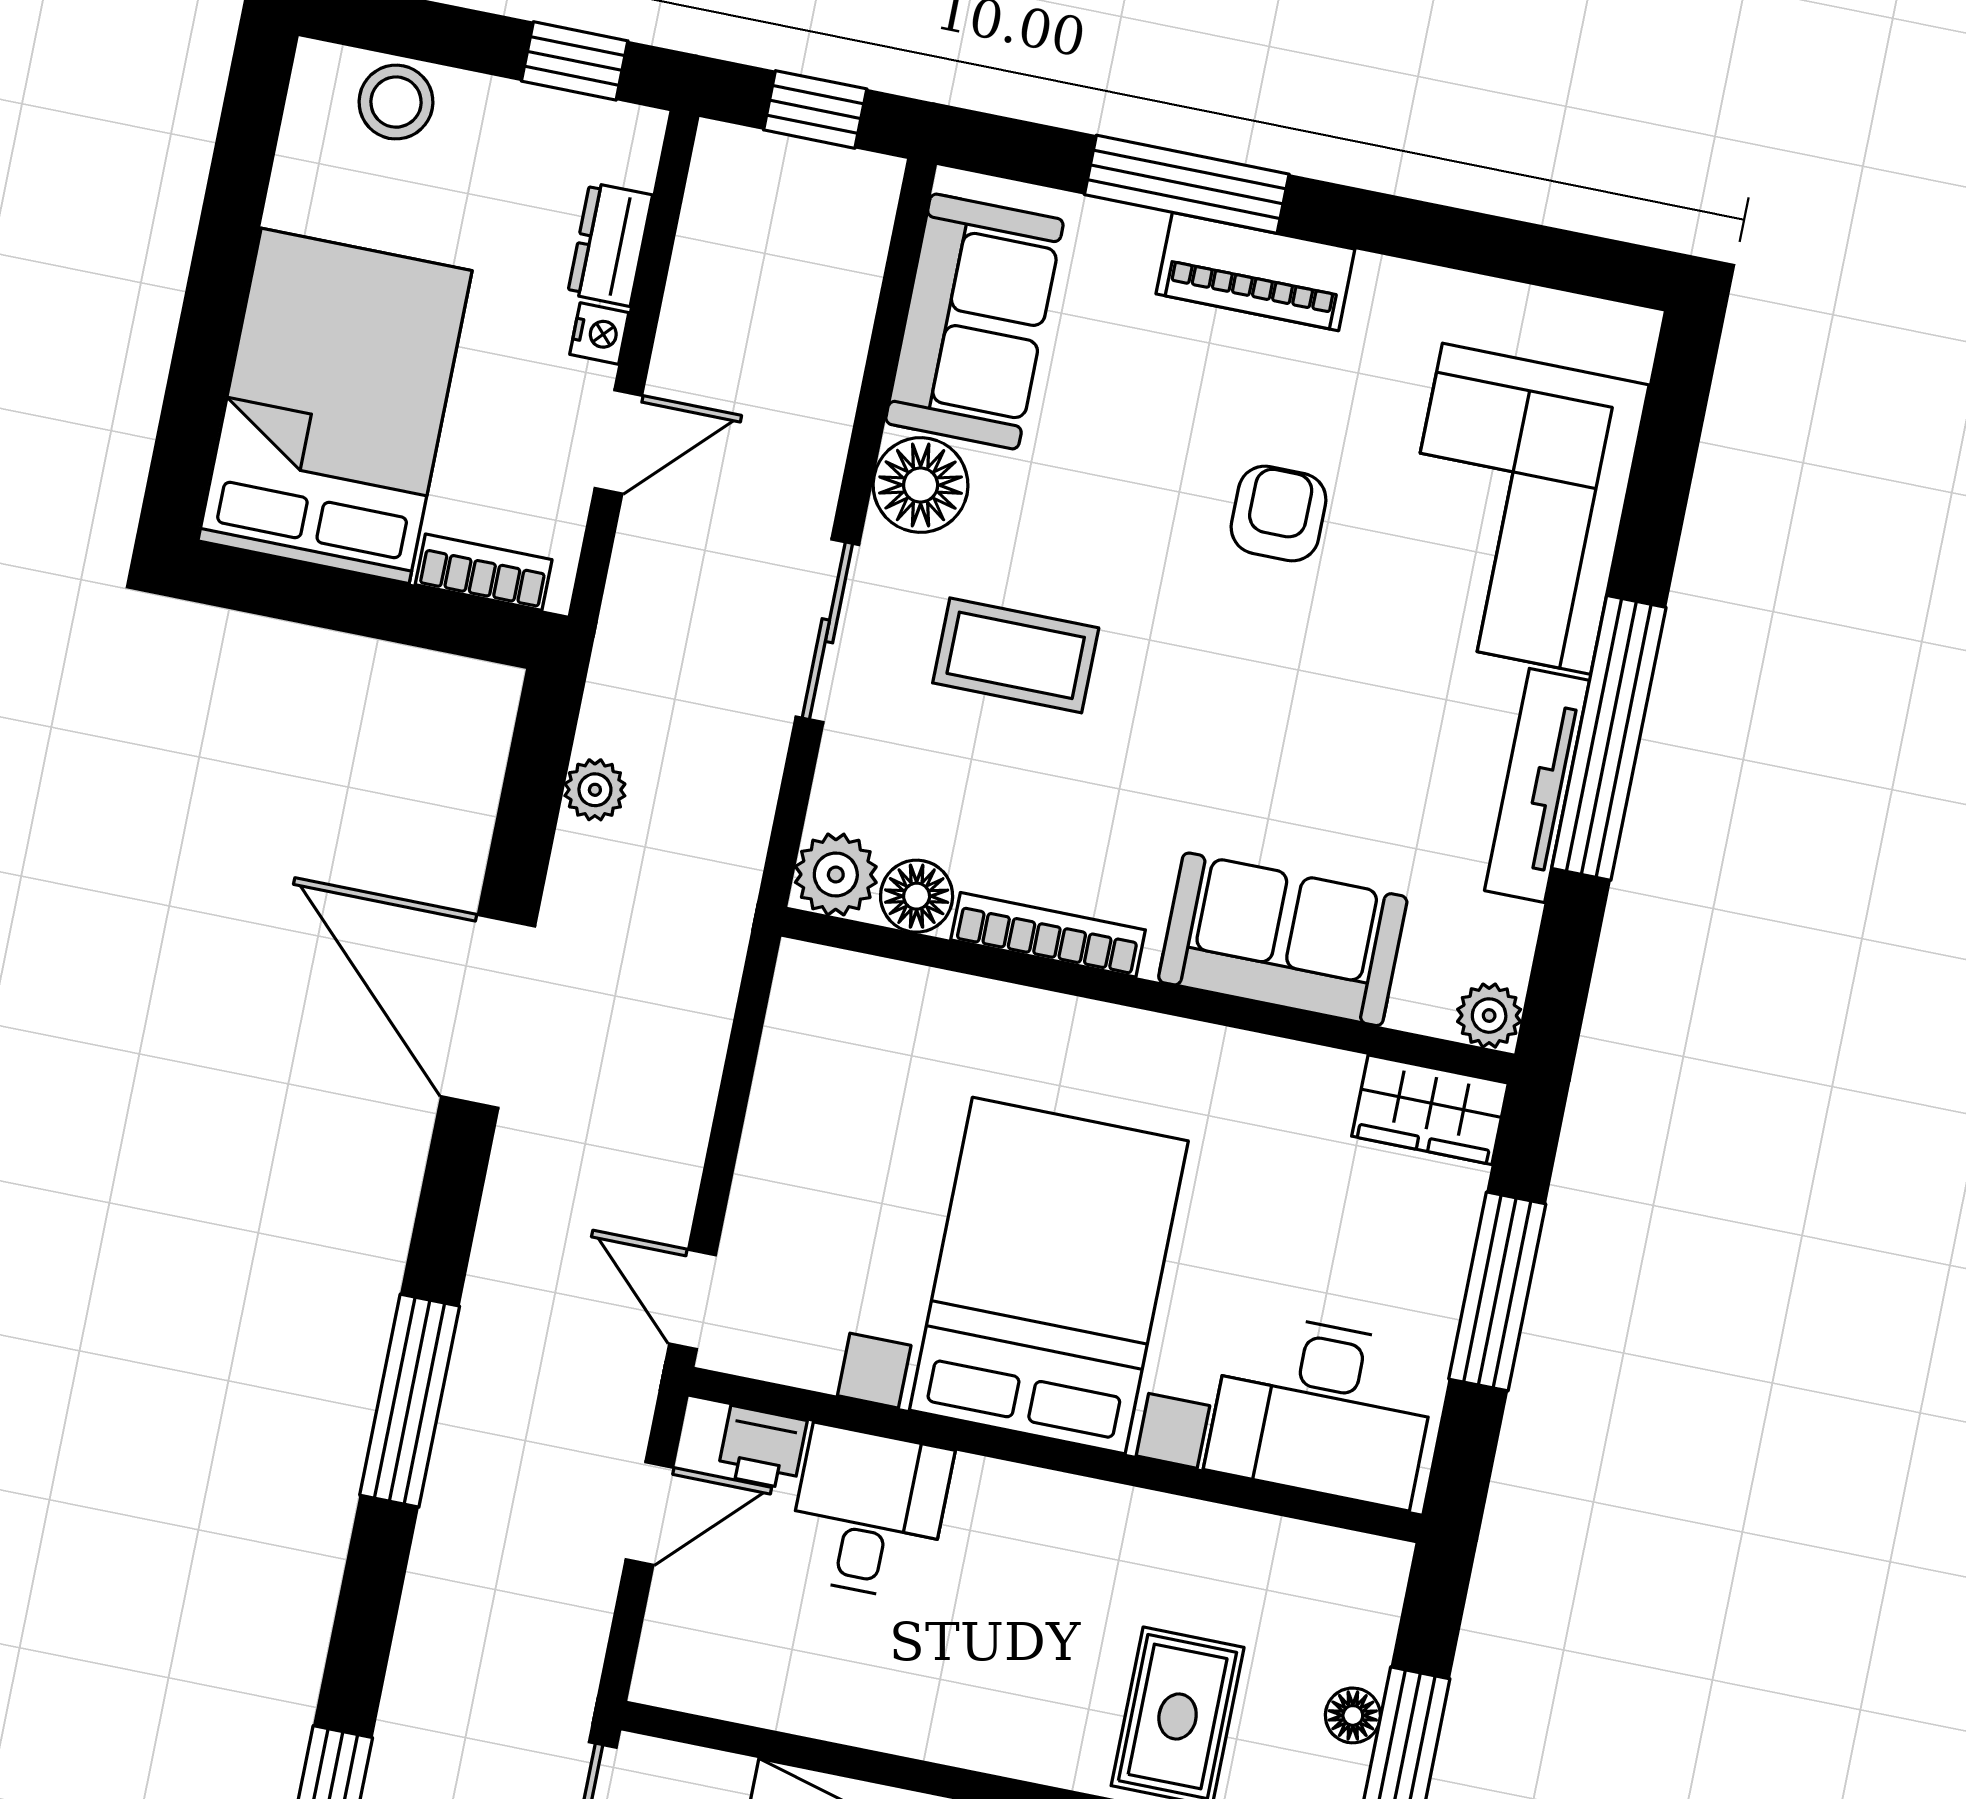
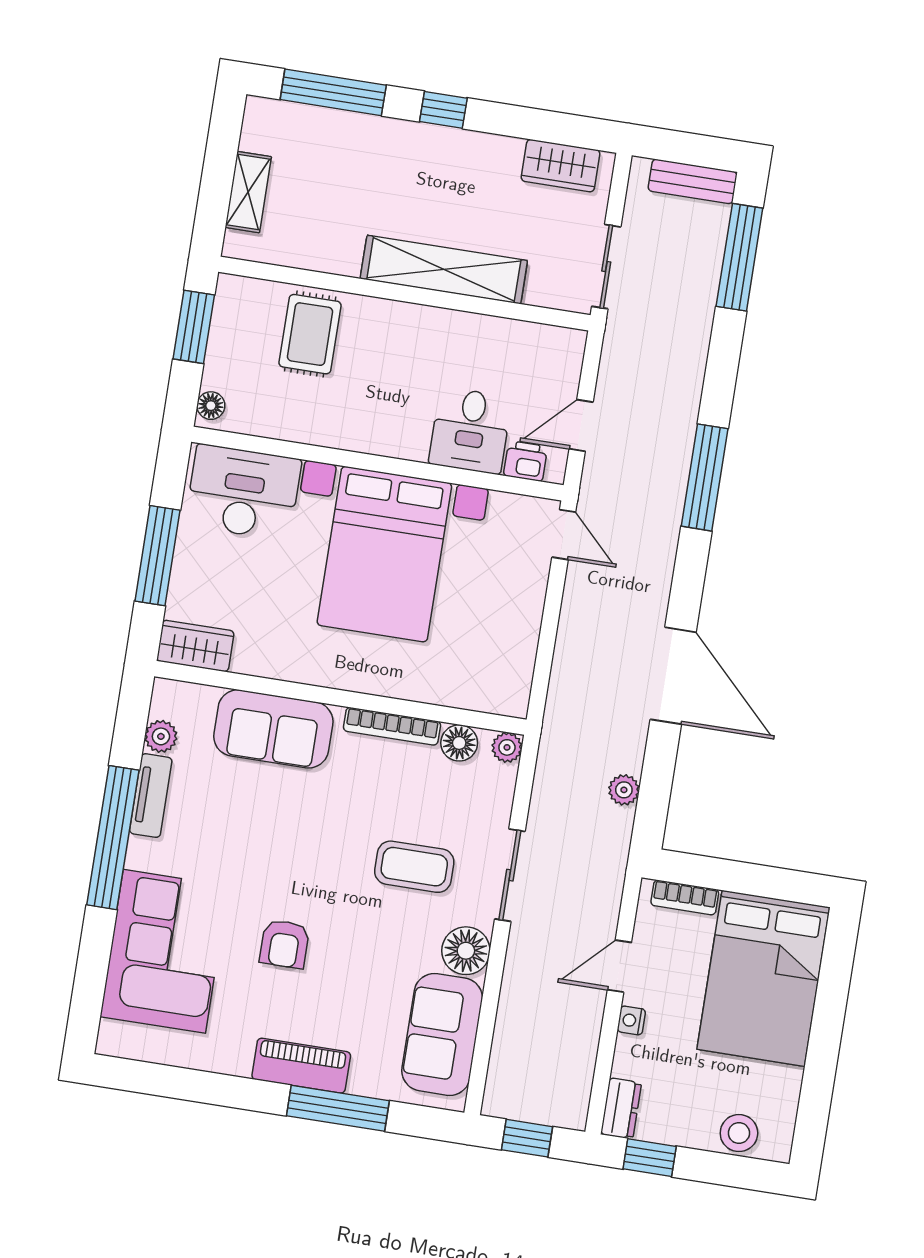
dresser: (610, 244) -> (621, 1108), moved
tv unit: (1537, 785) -> (151, 796), width x0.71
plant: (836, 875) -> (507, 747), width x0.73, depth x0.73
plant: (1489, 1016) -> (161, 736), moved
floor lamp: (1353, 1715) -> (211, 406), moved

